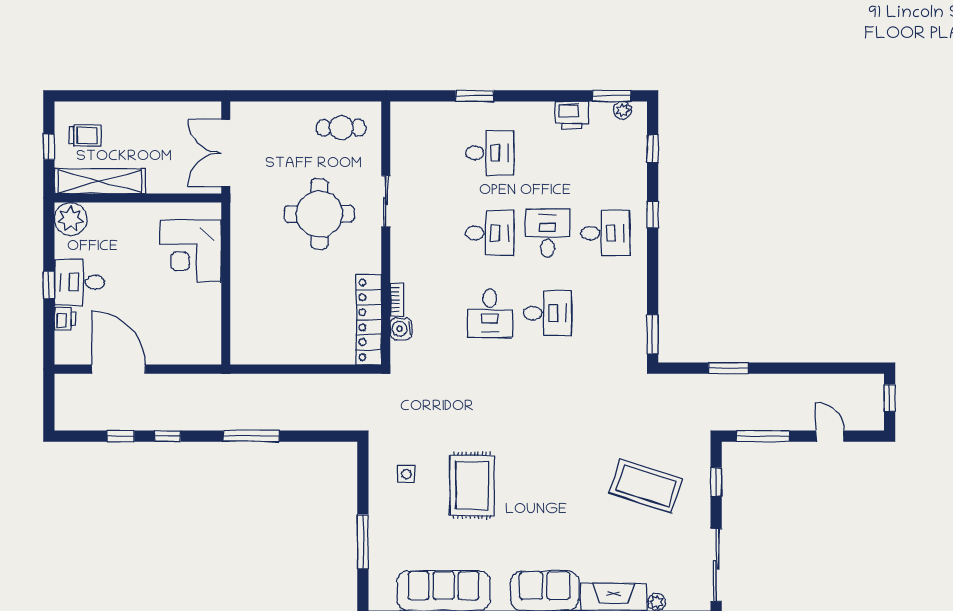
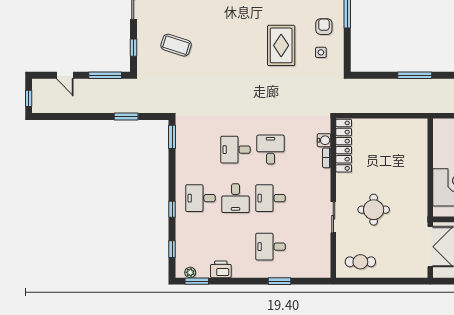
round table: (319, 214) -> (374, 210), width x0.73, depth x0.73
coffee table: (646, 486) -> (176, 45), width x0.73, depth x0.76
armchair: (401, 517) -> (324, 27), added

